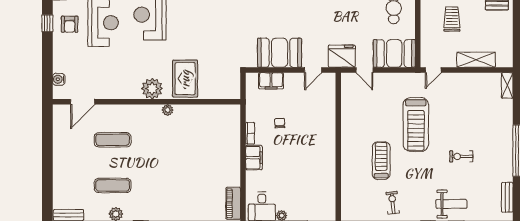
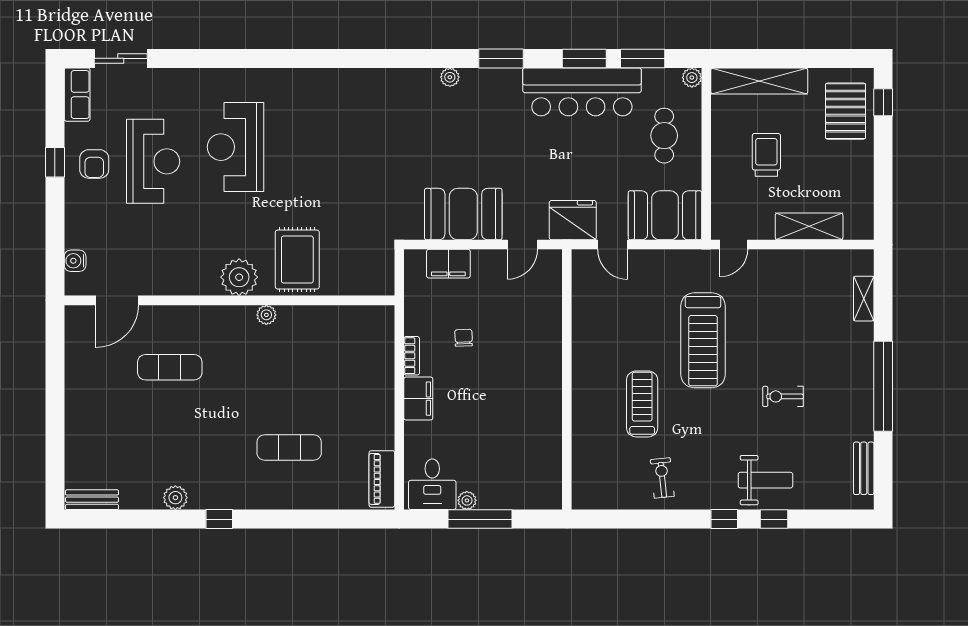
shelving: (507, 85) -> (864, 299), moved
exercise mat: (113, 185) -> (289, 448), moved

